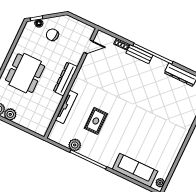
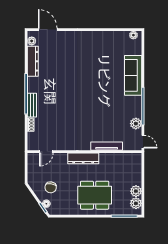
door: (89, 47) -> (46, 152), swing flipped
rug: (96, 121) -> (107, 115), removed
door: (54, 143) -> (143, 142), added
sofa: (135, 170) -> (133, 75), moved

